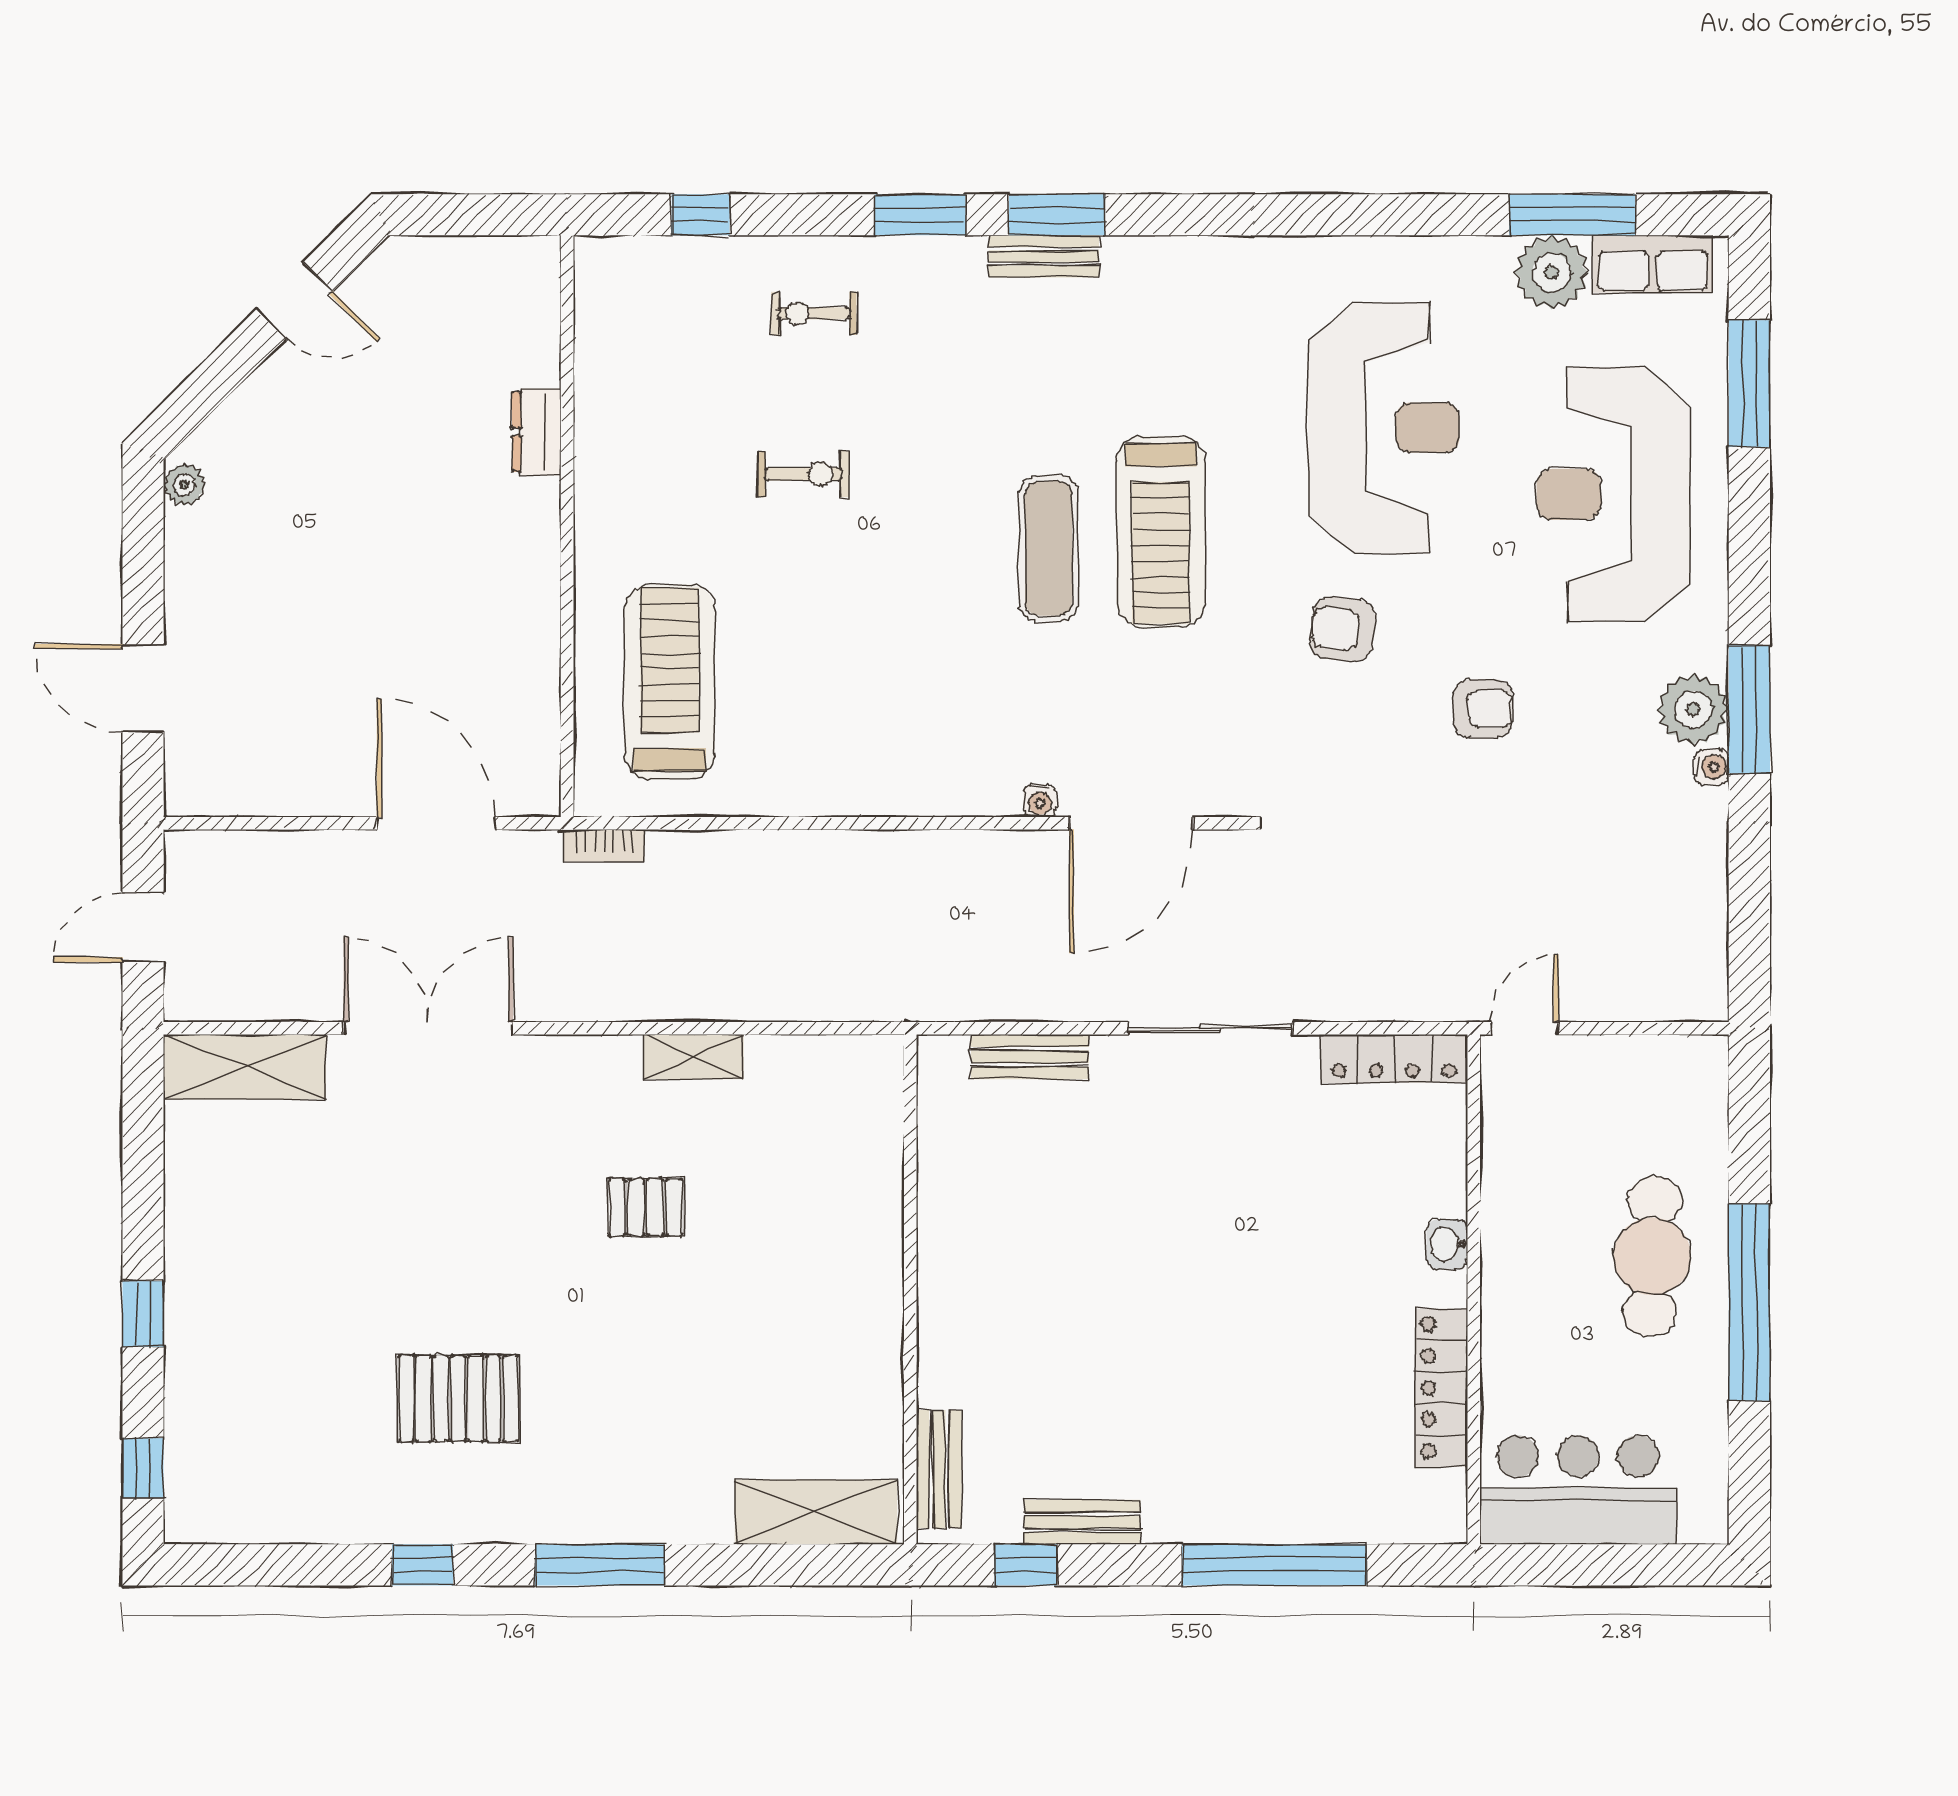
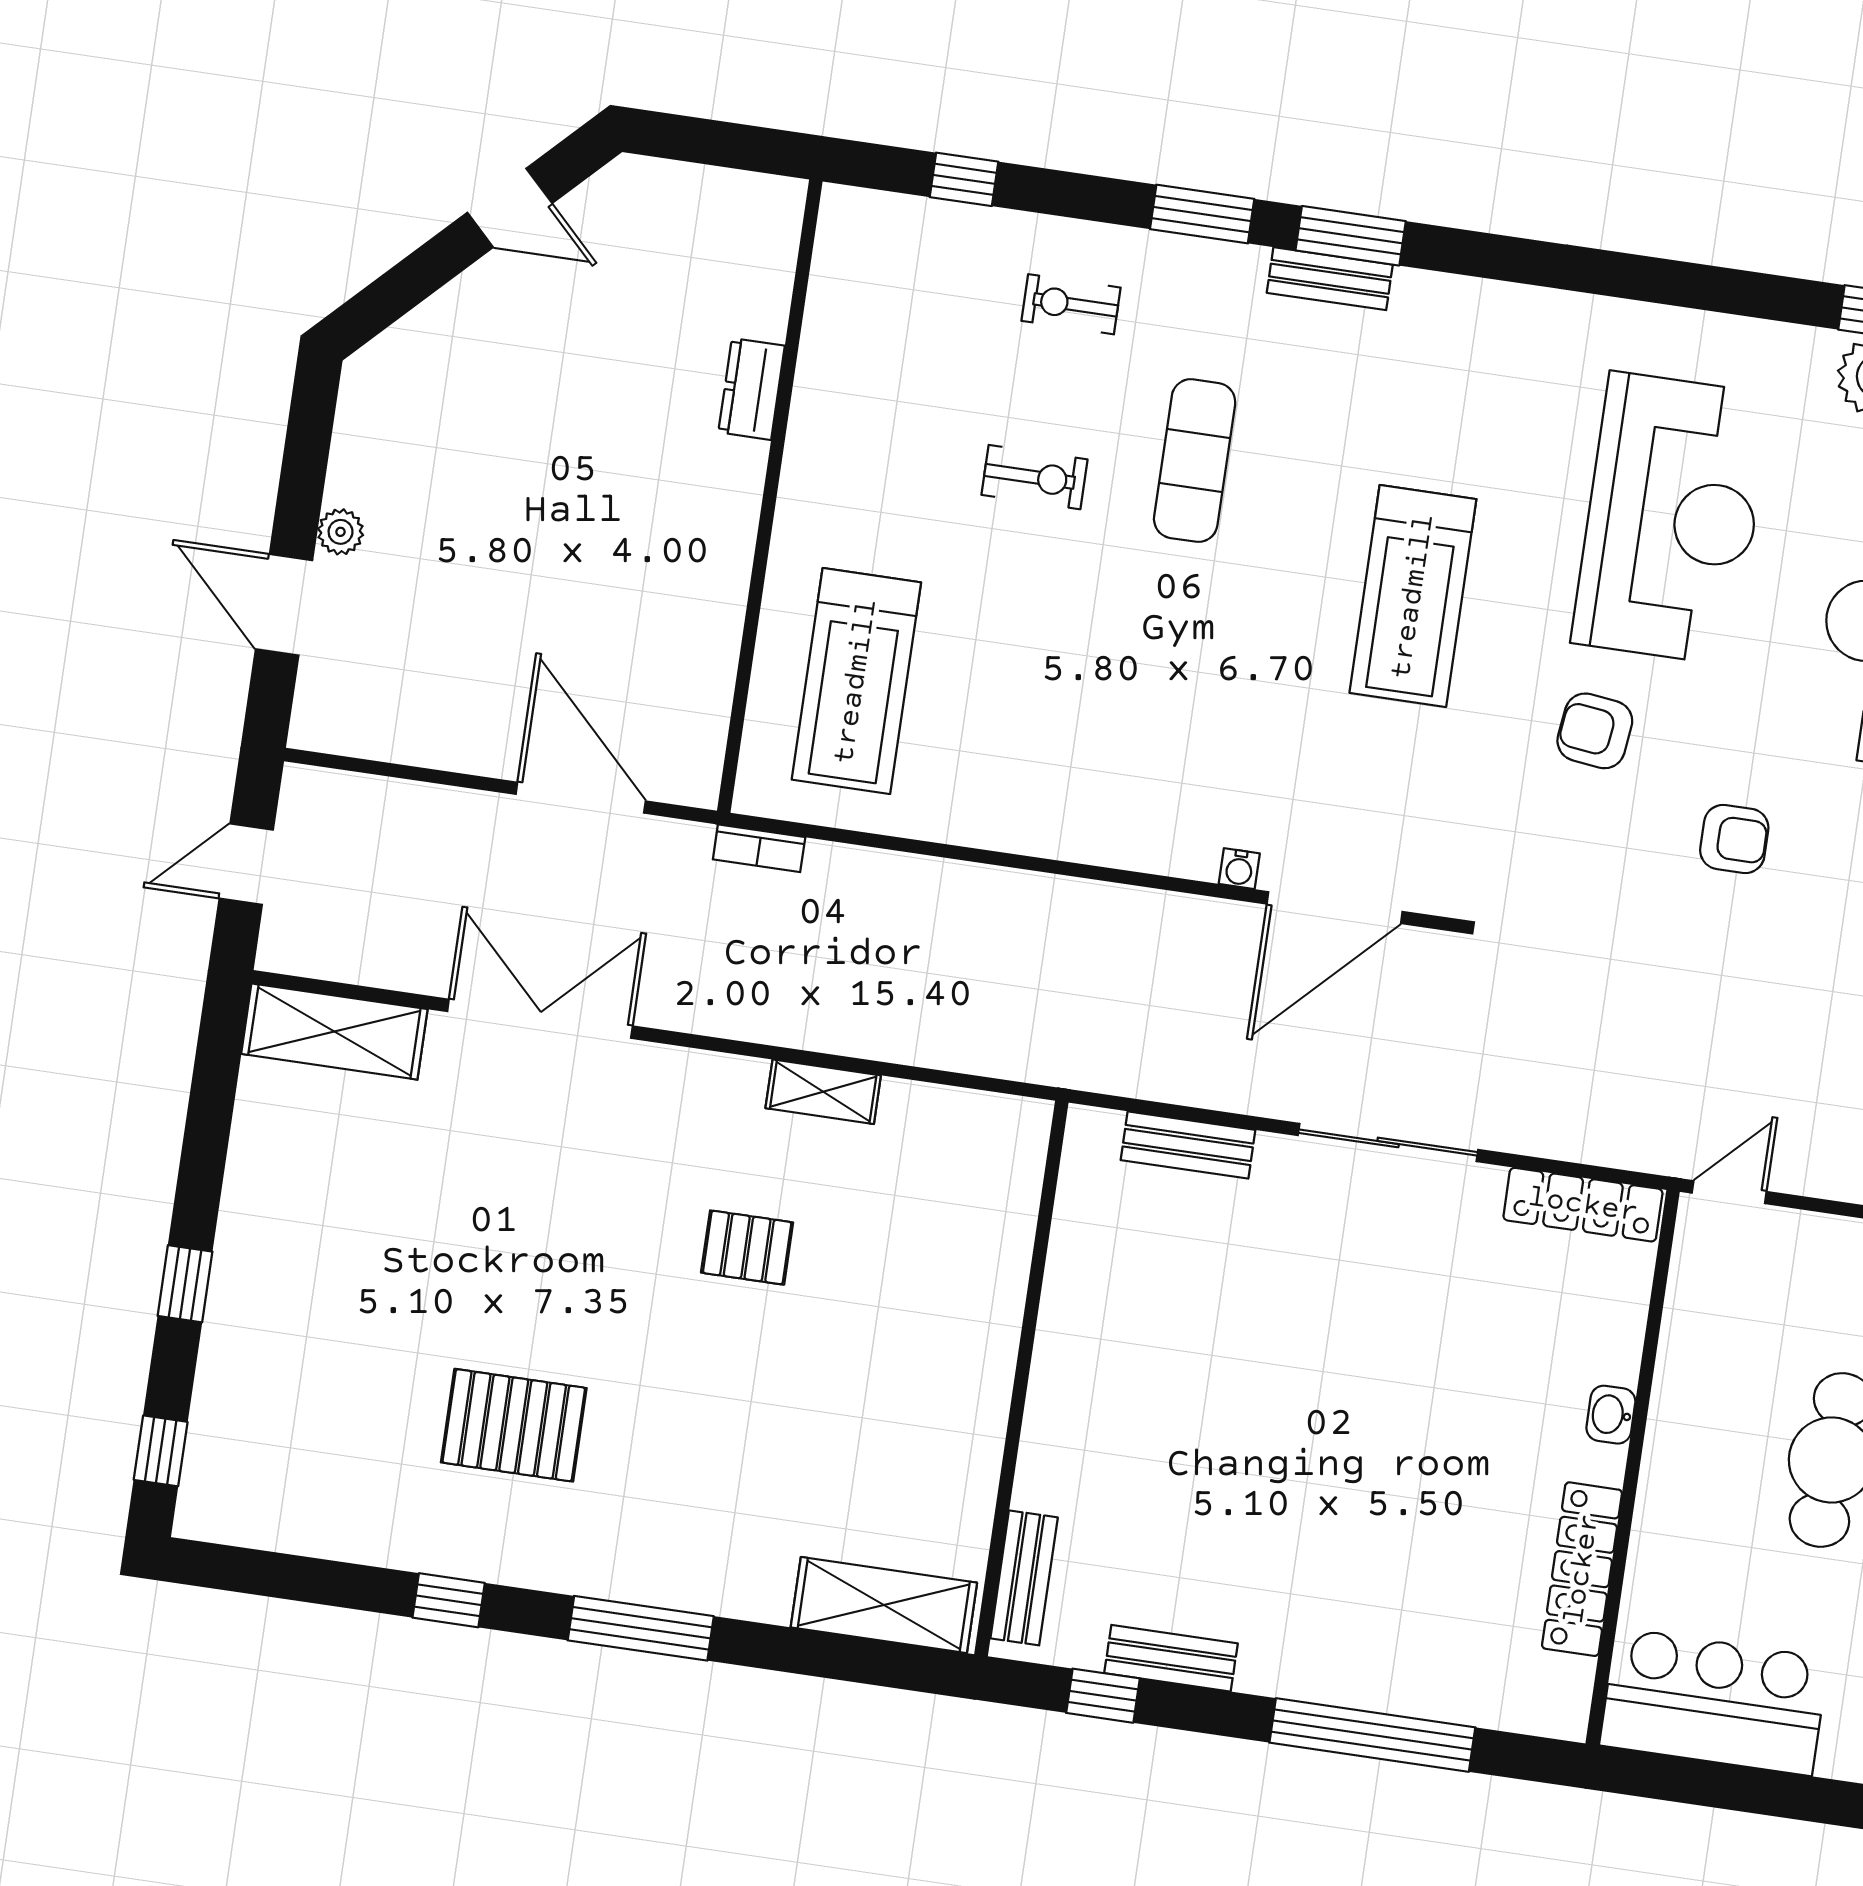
plant: (184, 485) -> (341, 532), moved
exercise mat: (1049, 548) -> (1195, 461), moved
treadmill: (670, 682) -> (856, 681), turned 180

